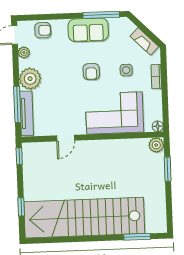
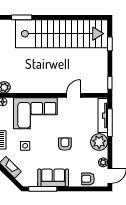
armchair: (91, 72) -> (65, 144), moved

